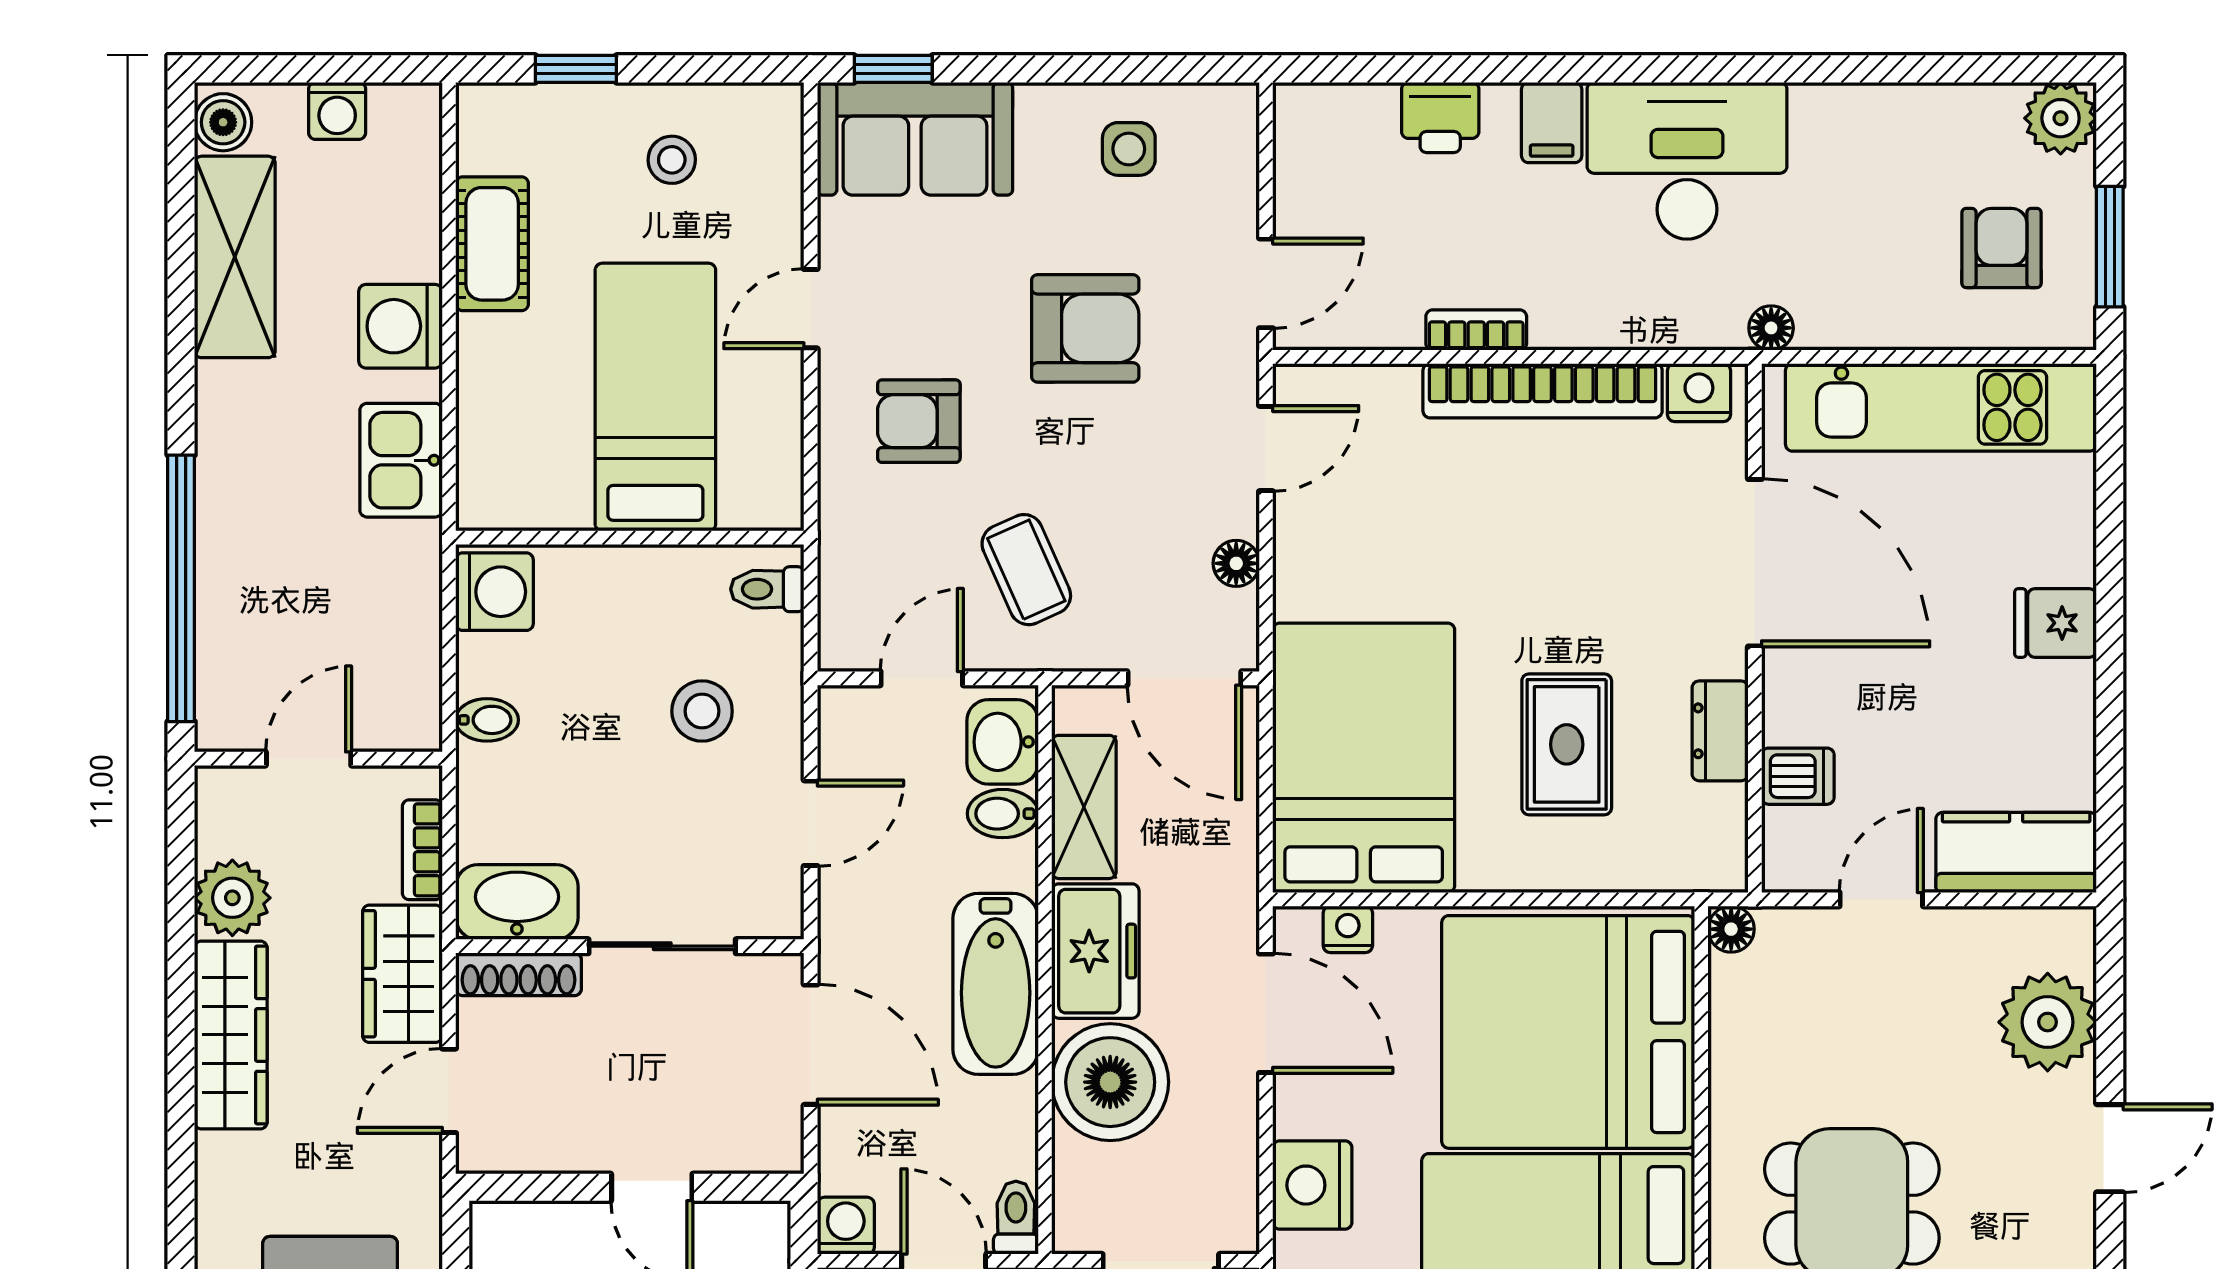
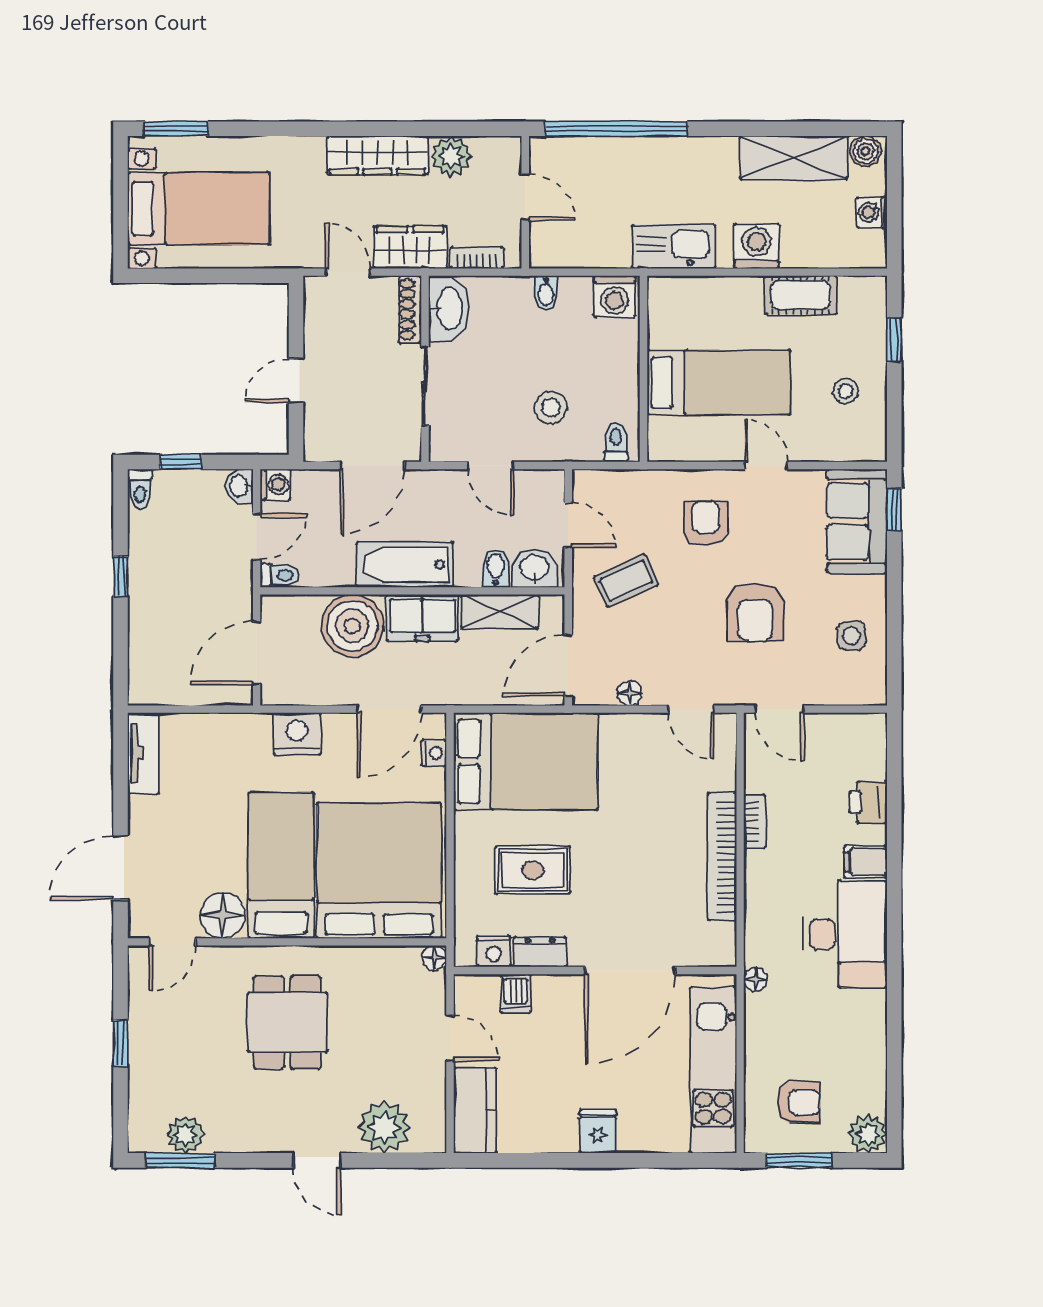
nightstand: (1699, 393) -> (494, 951), moved, turned 90
kitchen sink: (401, 460) -> (673, 247), width x1.38

